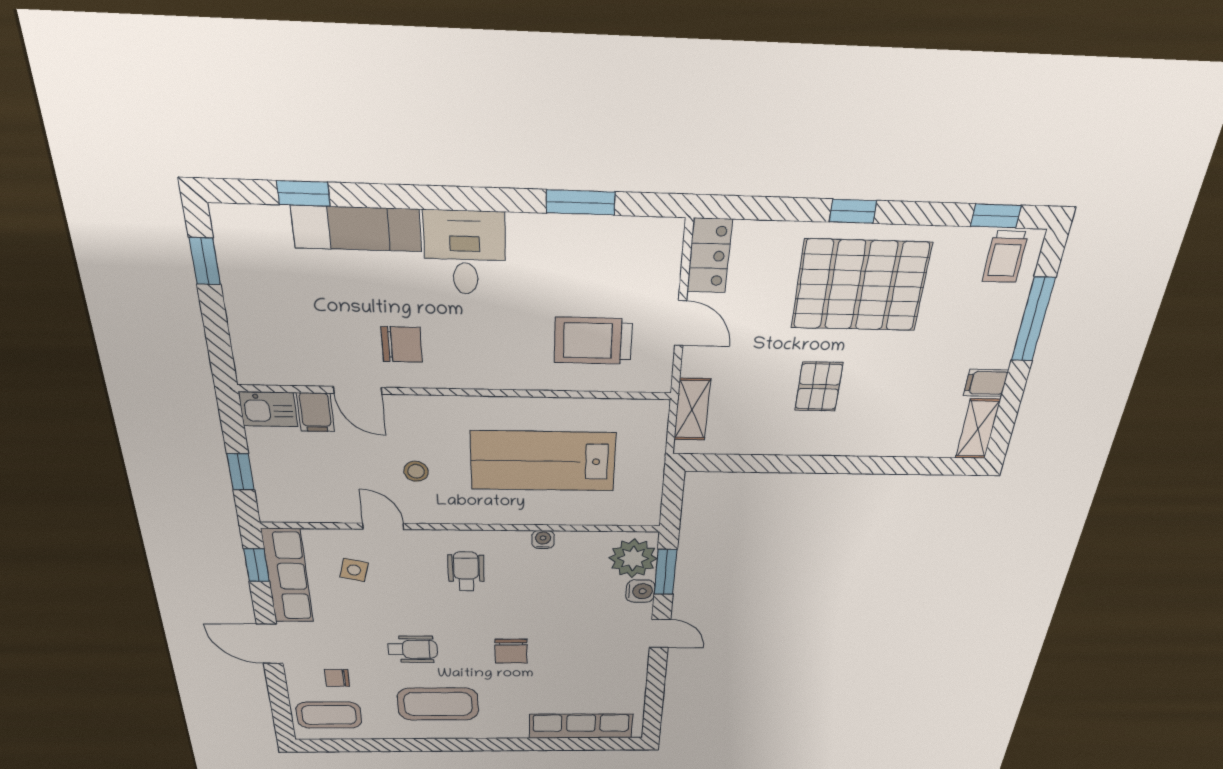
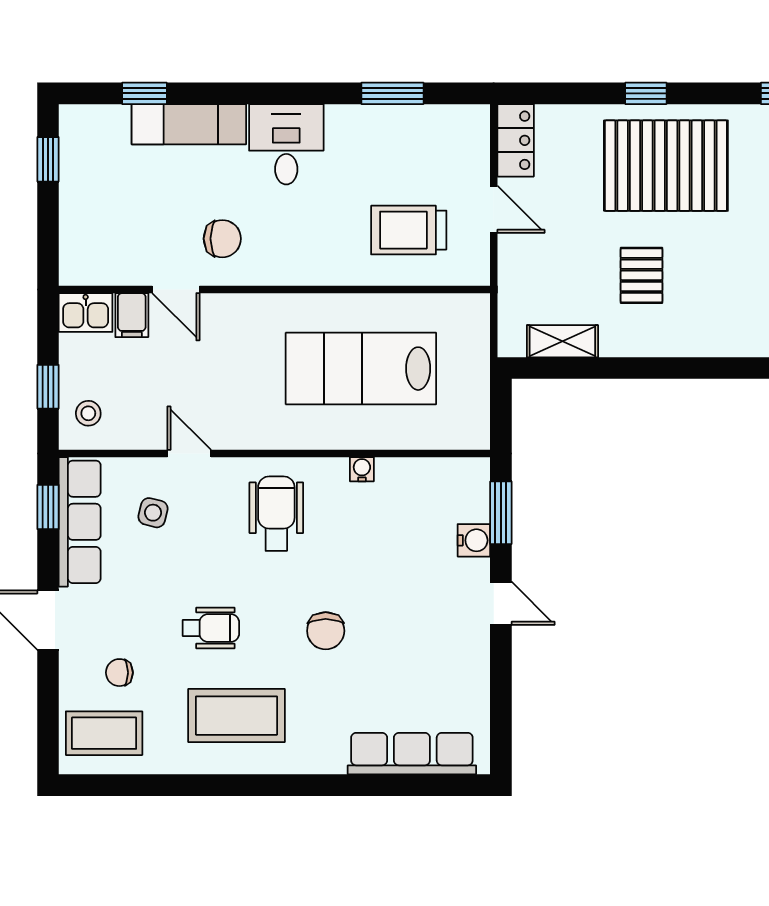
shelving: (692, 409) -> (562, 341), moved, turned 90
stool: (416, 471) -> (88, 413), moved
plant: (633, 558) -> (463, 494), removed
wheelchair: (466, 571) -> (276, 514), width x1.36, depth x1.37

